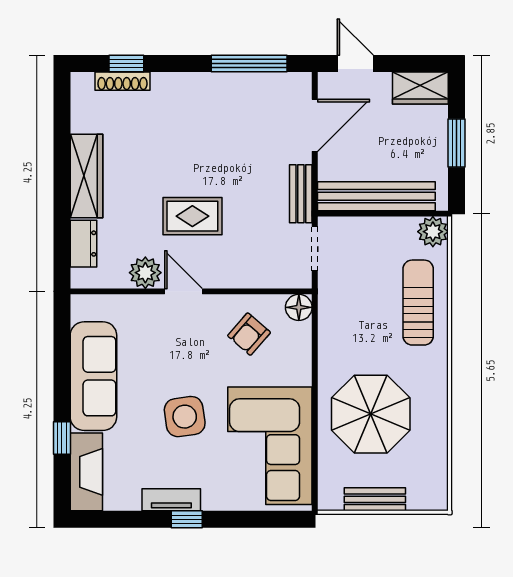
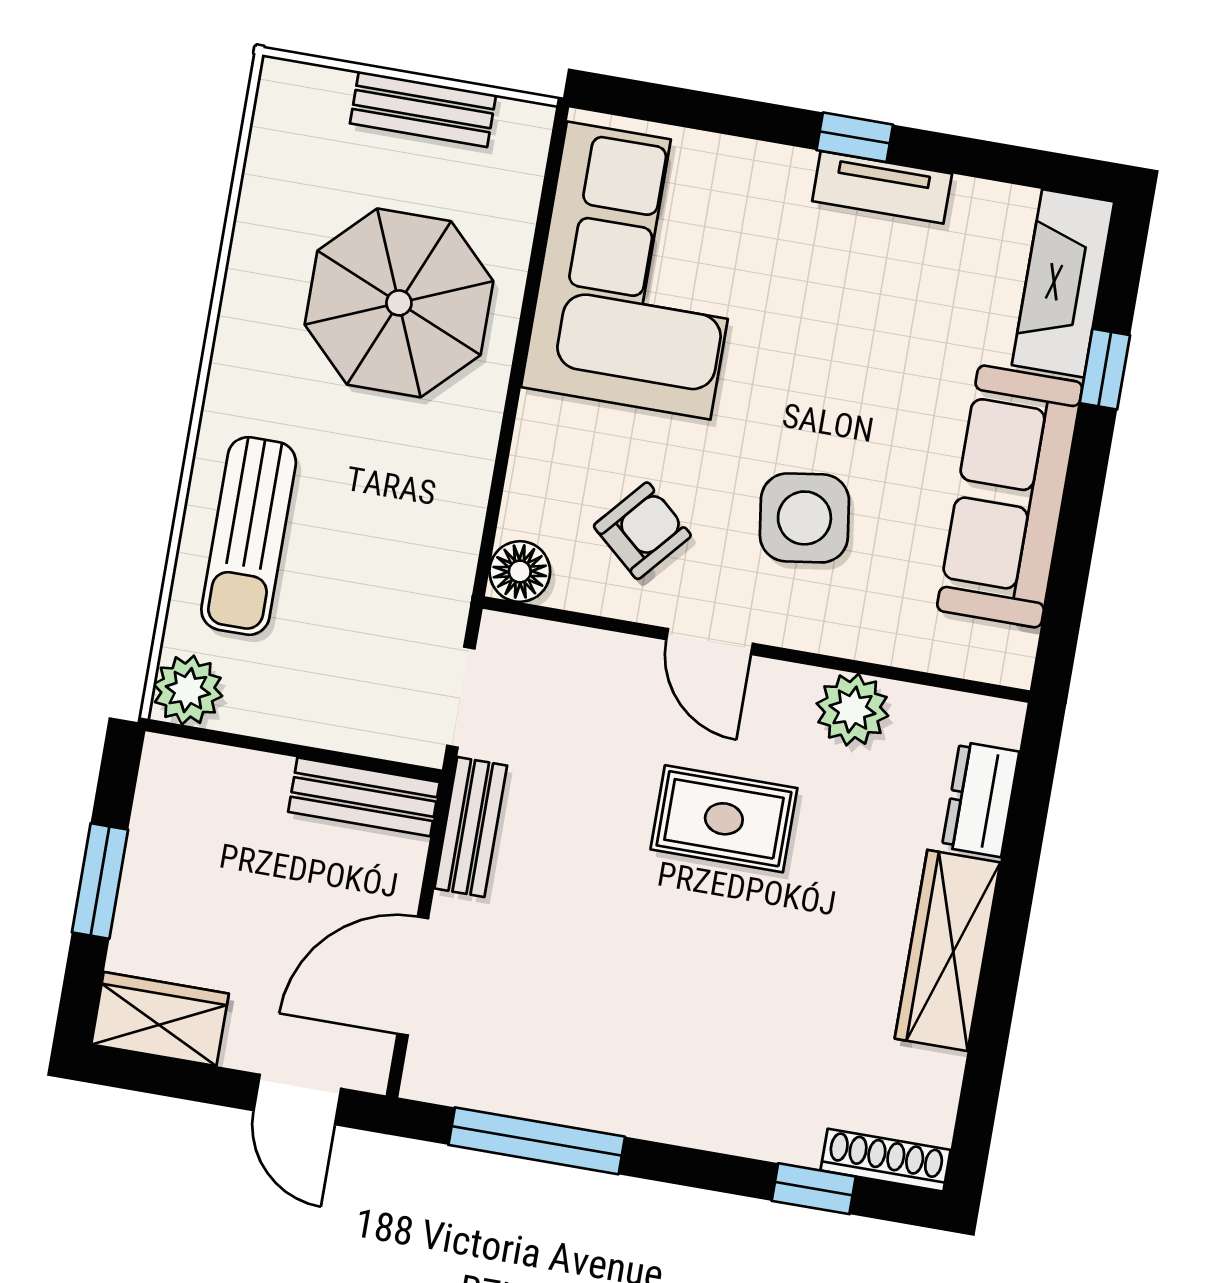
shoe rack: (122, 81) -> (885, 1160), moved
bench: (376, 196) -> (364, 797), width x0.54, depth x0.82
door: (184, 291) -> (710, 641), moved
side table: (185, 417) -> (804, 518), moved

